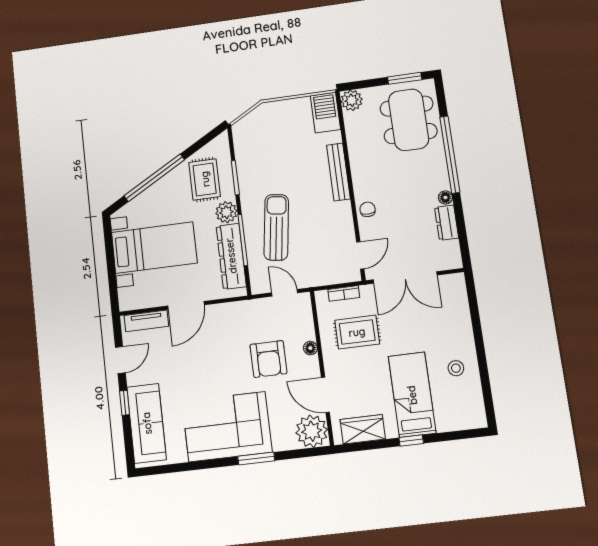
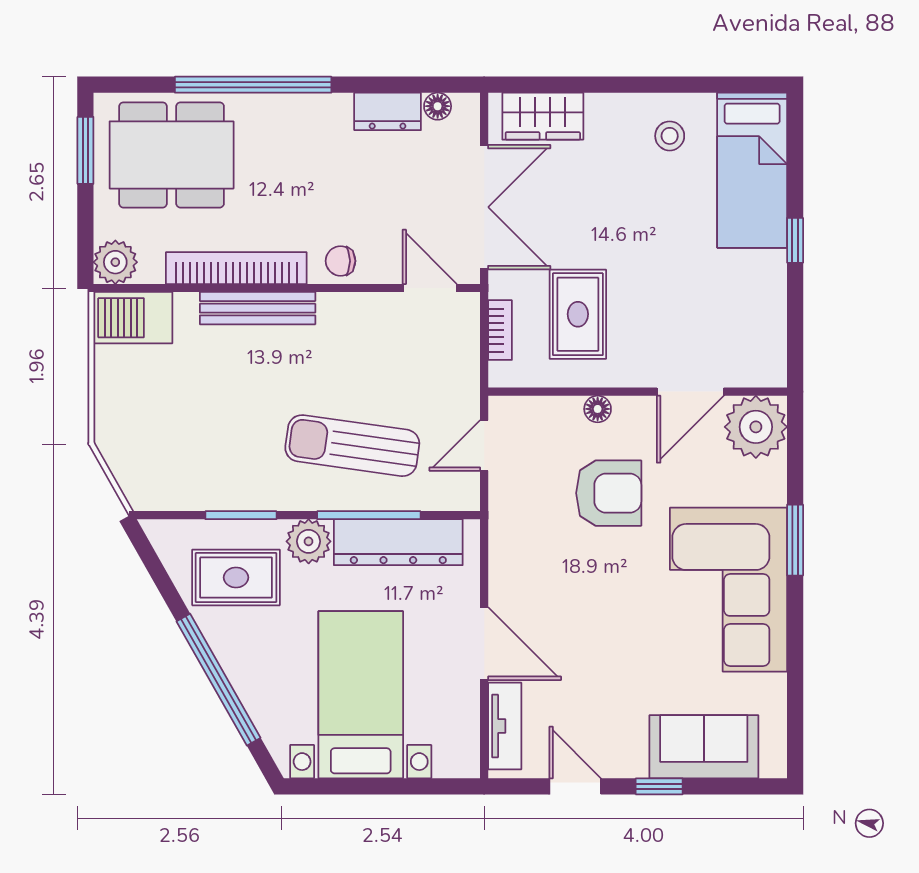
bookcase: (357, 159) -> (236, 268), added
floor lamp: (445, 197) -> (438, 106), moved
bed: (412, 395) -> (752, 170), moved, turned -90
sofa: (147, 423) -> (704, 747), width x0.73
wardrobe: (363, 429) -> (543, 116), moved, turned -90

